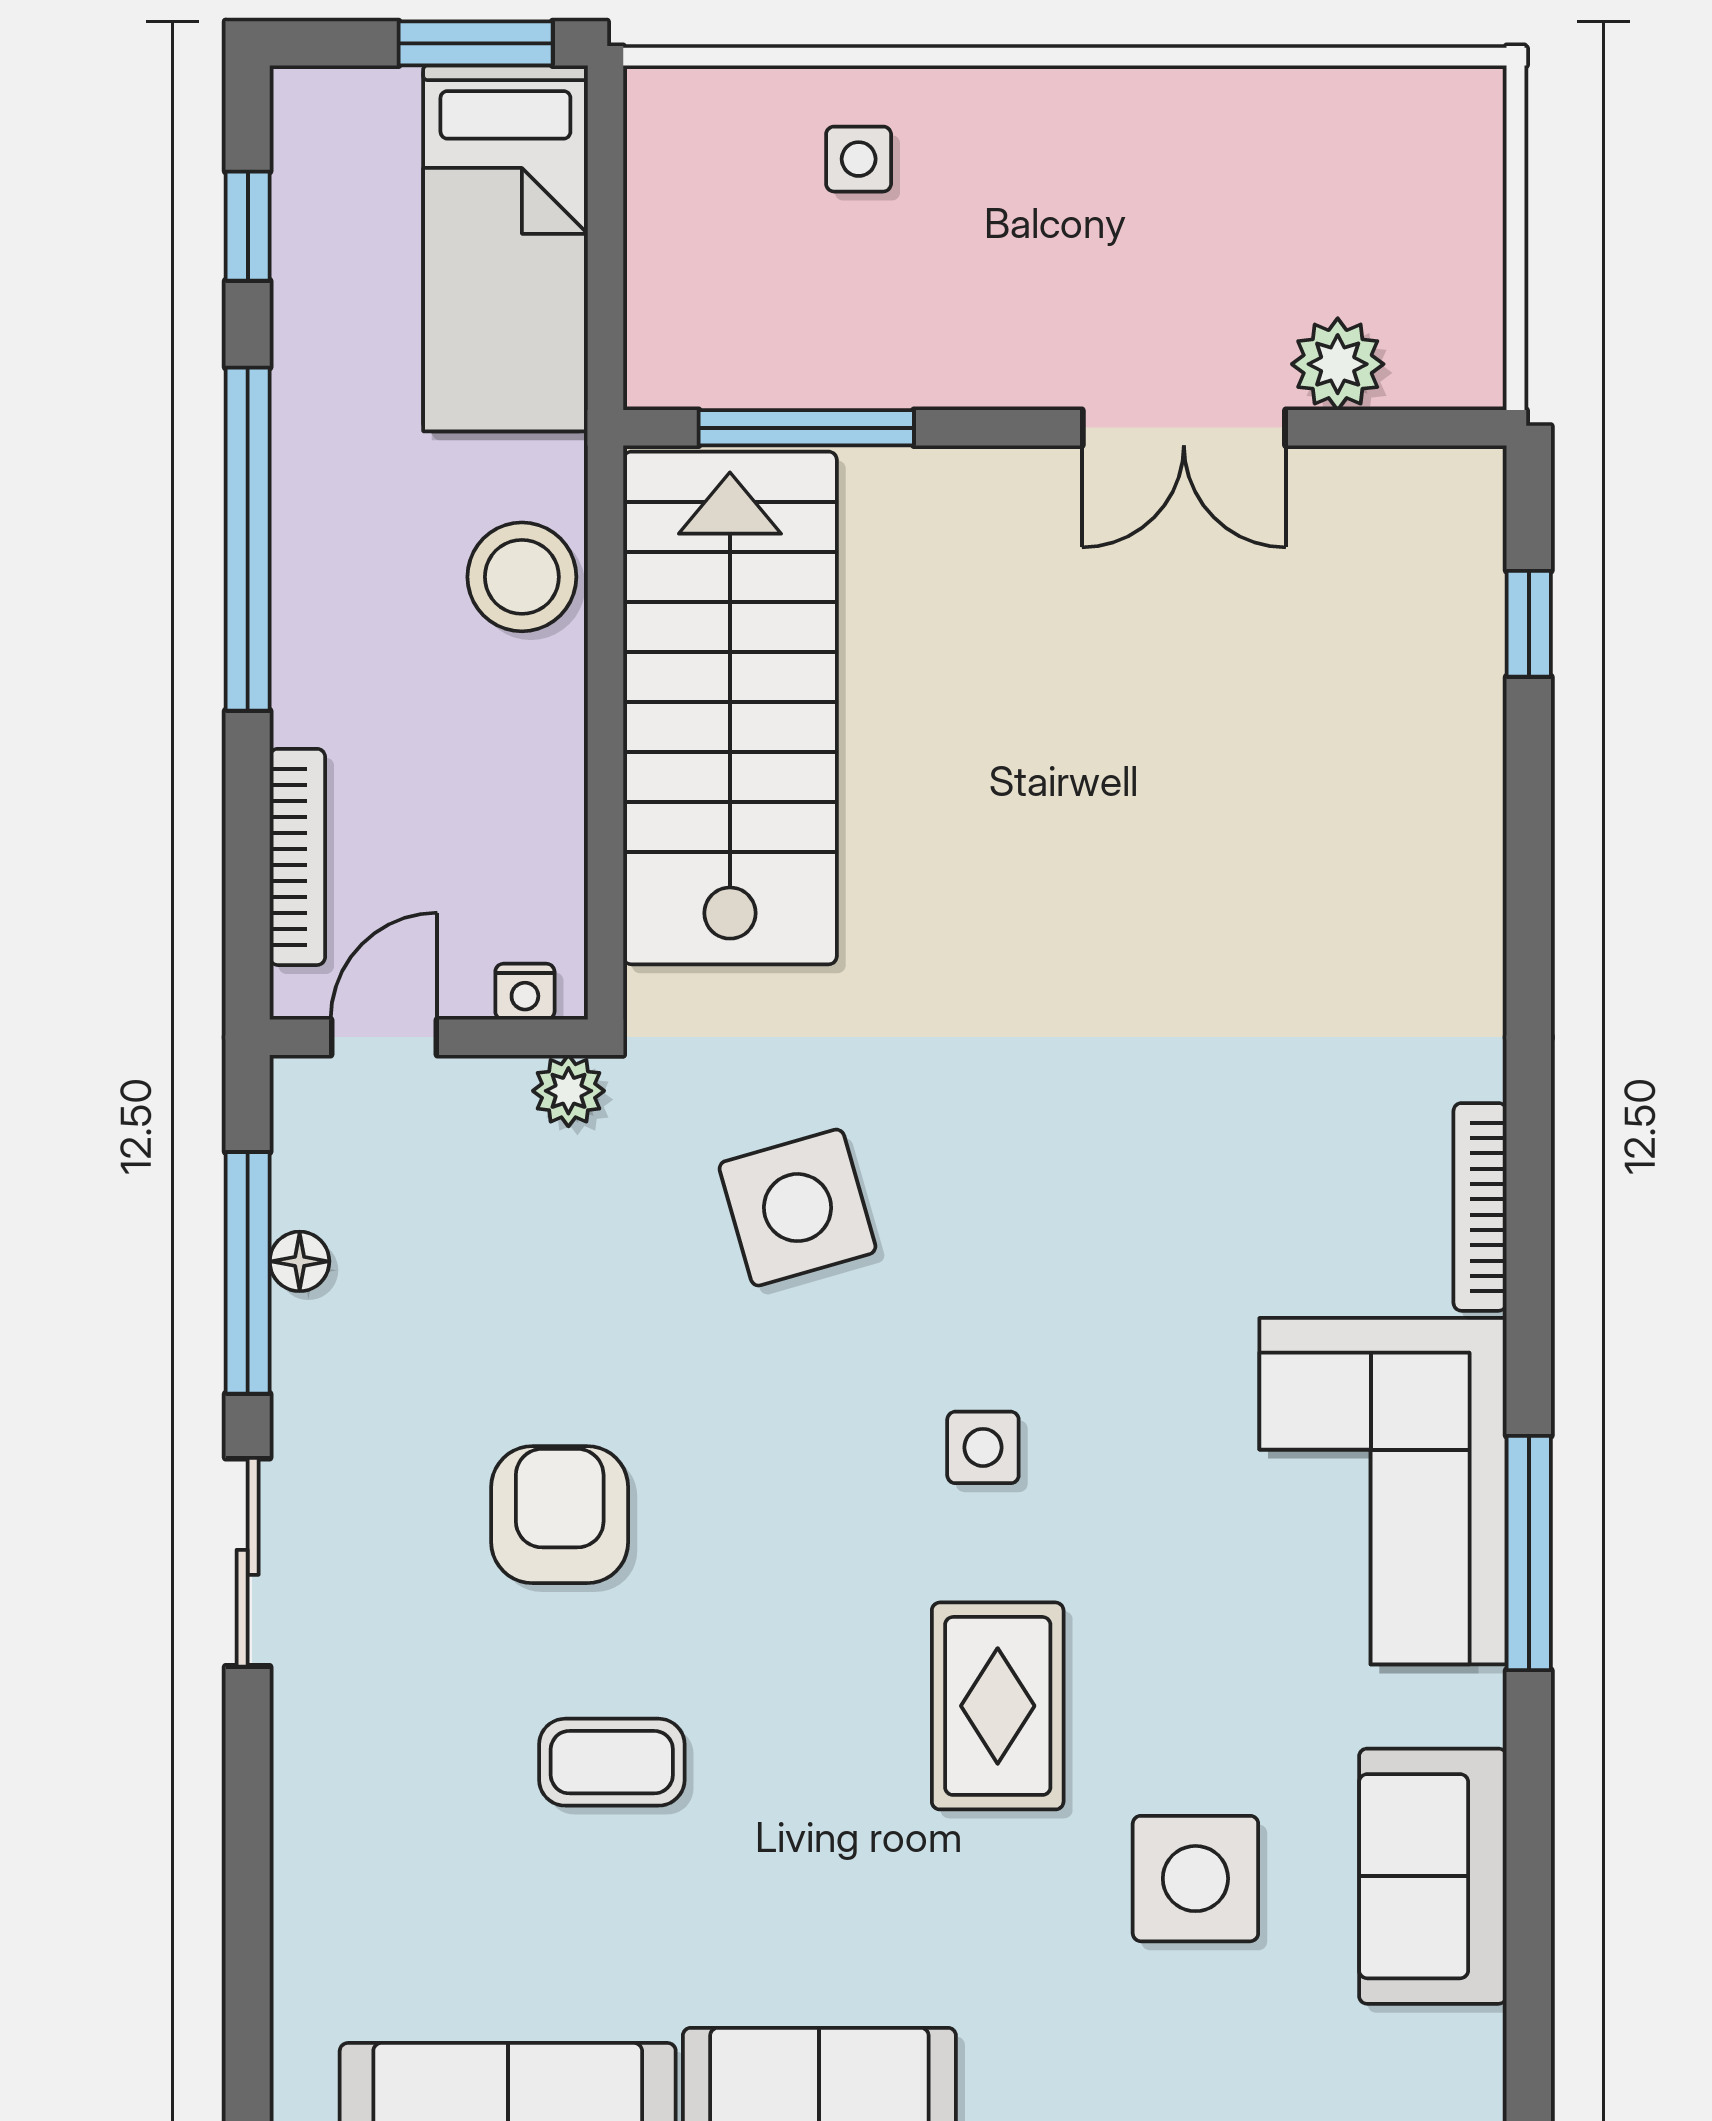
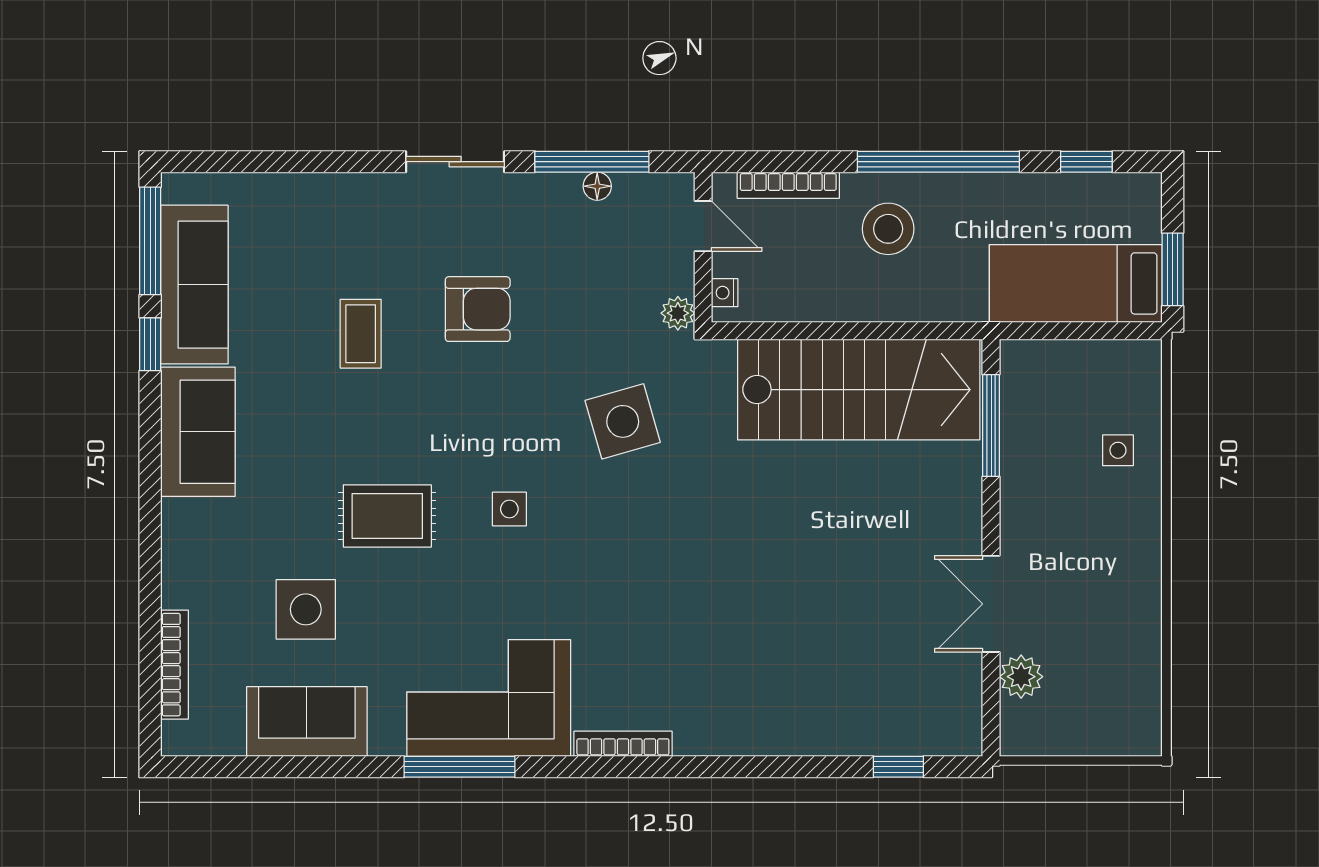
stool: (522, 577) -> (888, 229), moved

